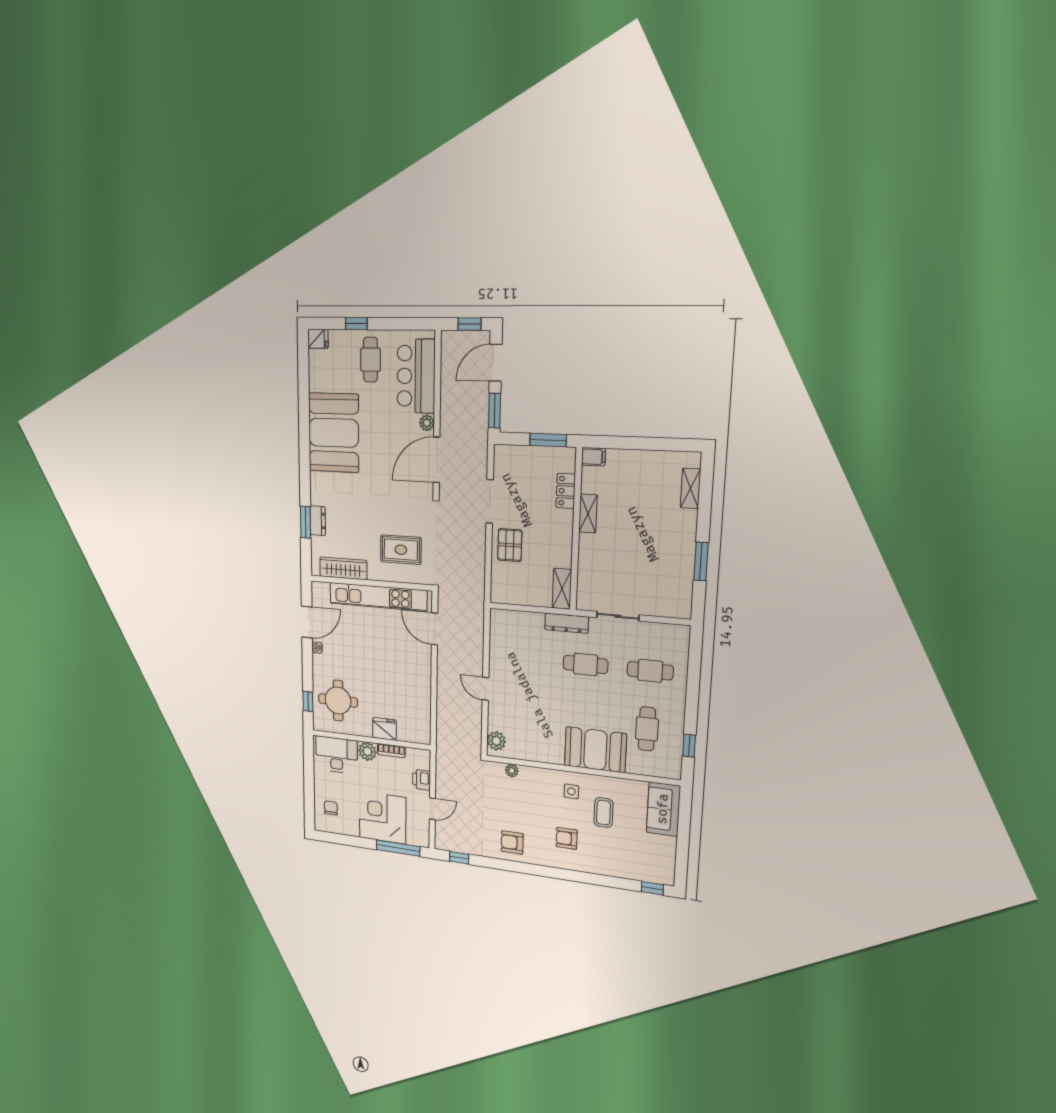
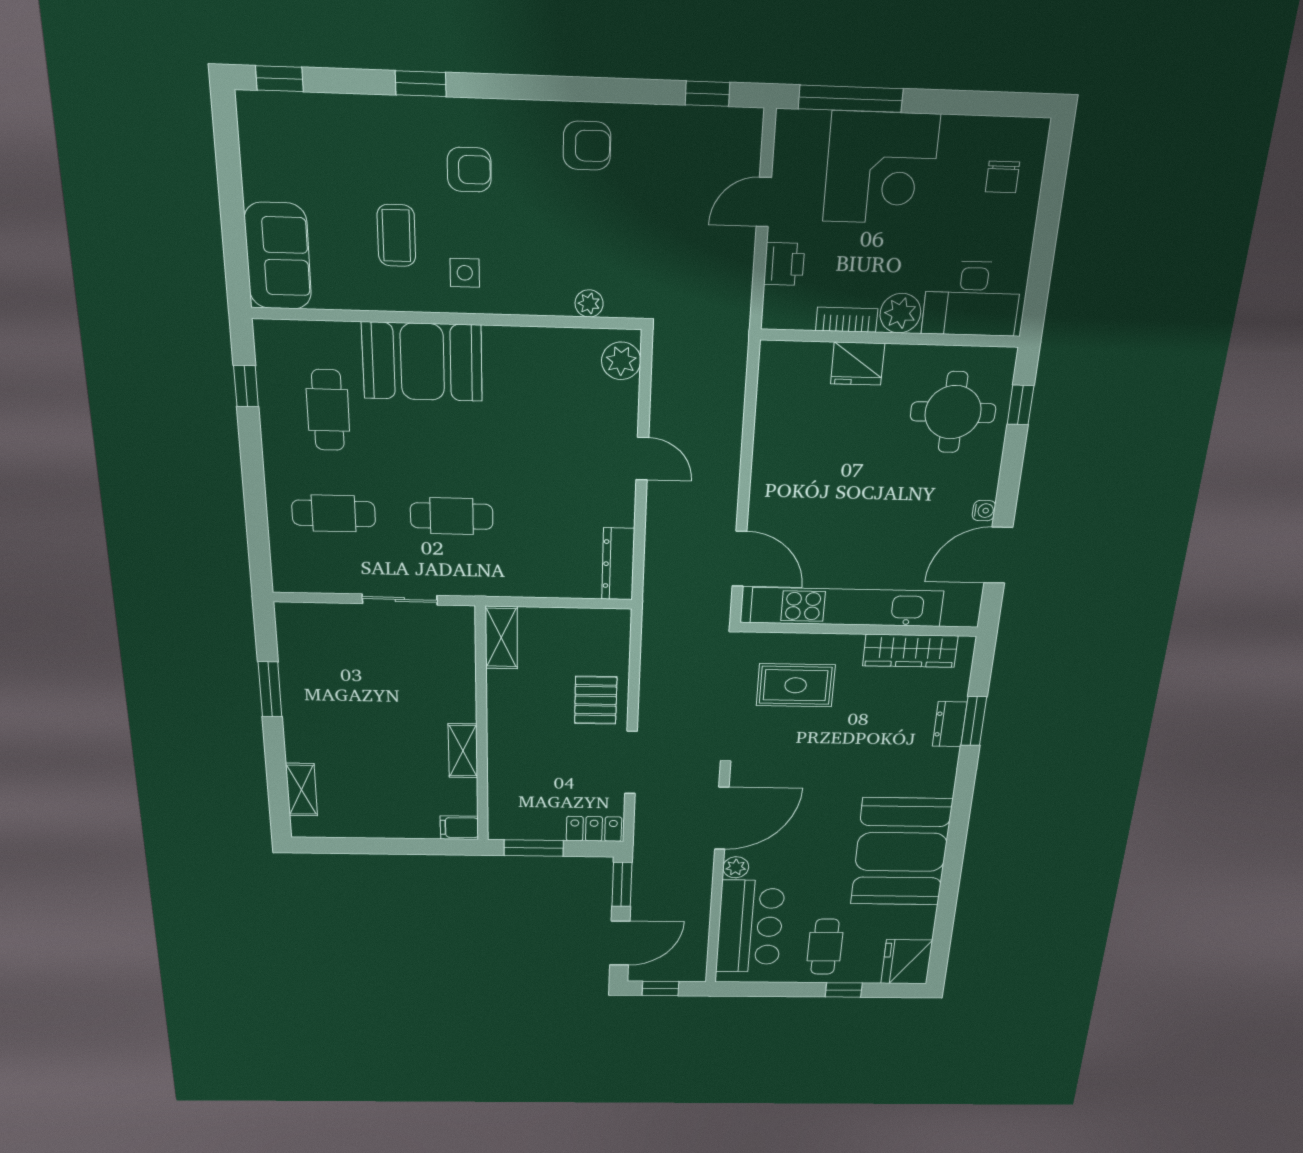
fridge: (318, 339) -> (907, 962), width x1.88, depth x1.34
locker: (566, 491) -> (594, 829), moved, turned -90
dresser: (567, 623) -> (618, 564), moved, turned -90
window: (587, 878) -> (421, 84), added

